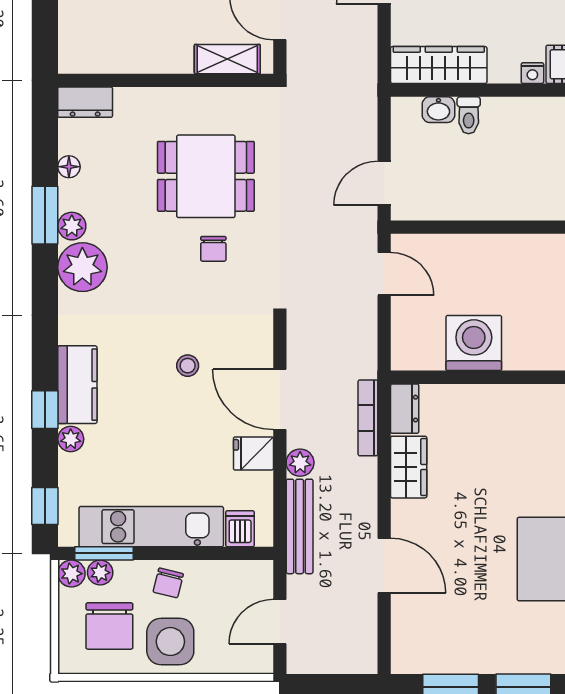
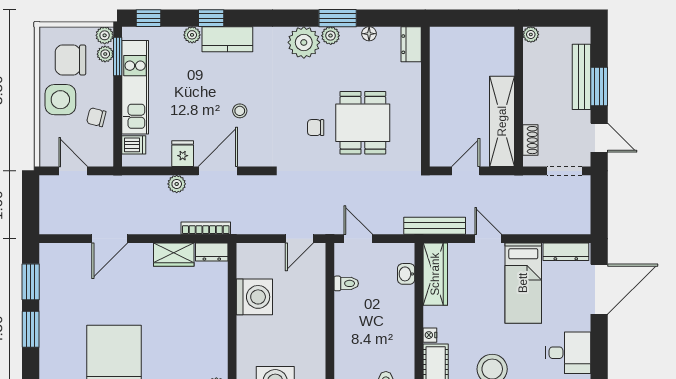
shelving: (227, 59) -> (439, 137), removed
toilet: (469, 115) -> (346, 283), moved, turned 180
bench: (300, 526) -> (435, 226), moved
chair: (168, 583) -> (96, 117), moved

